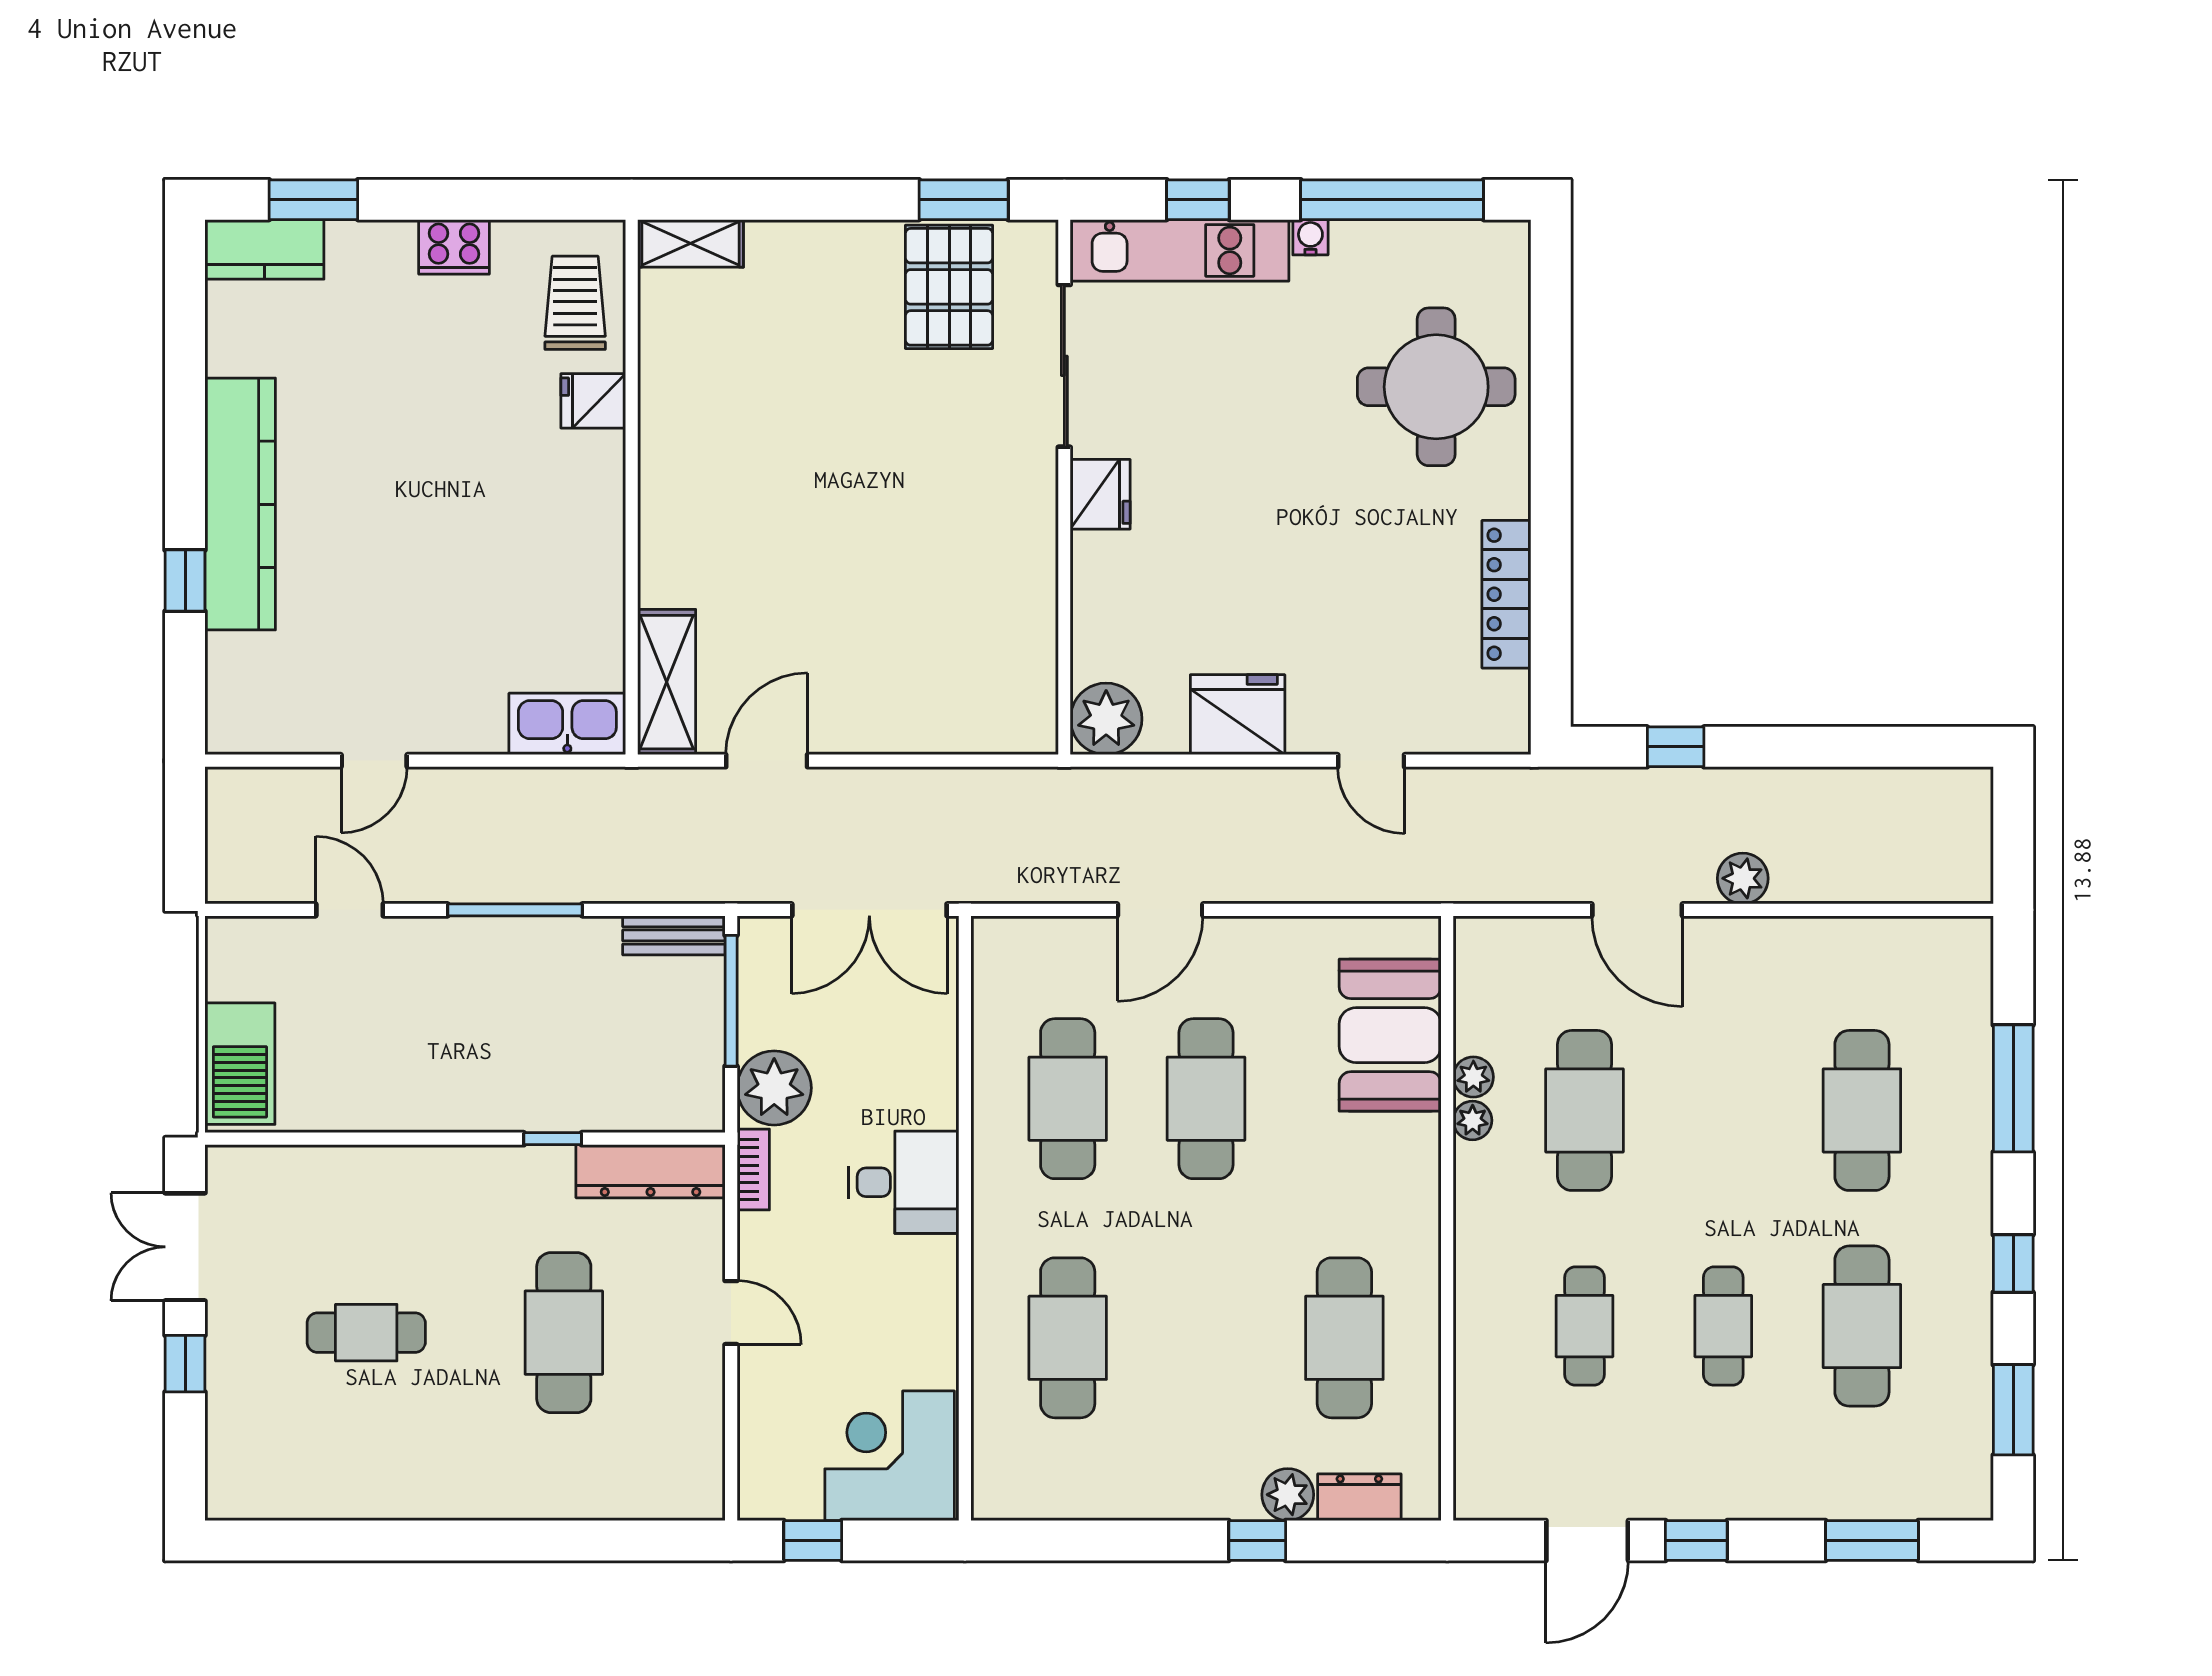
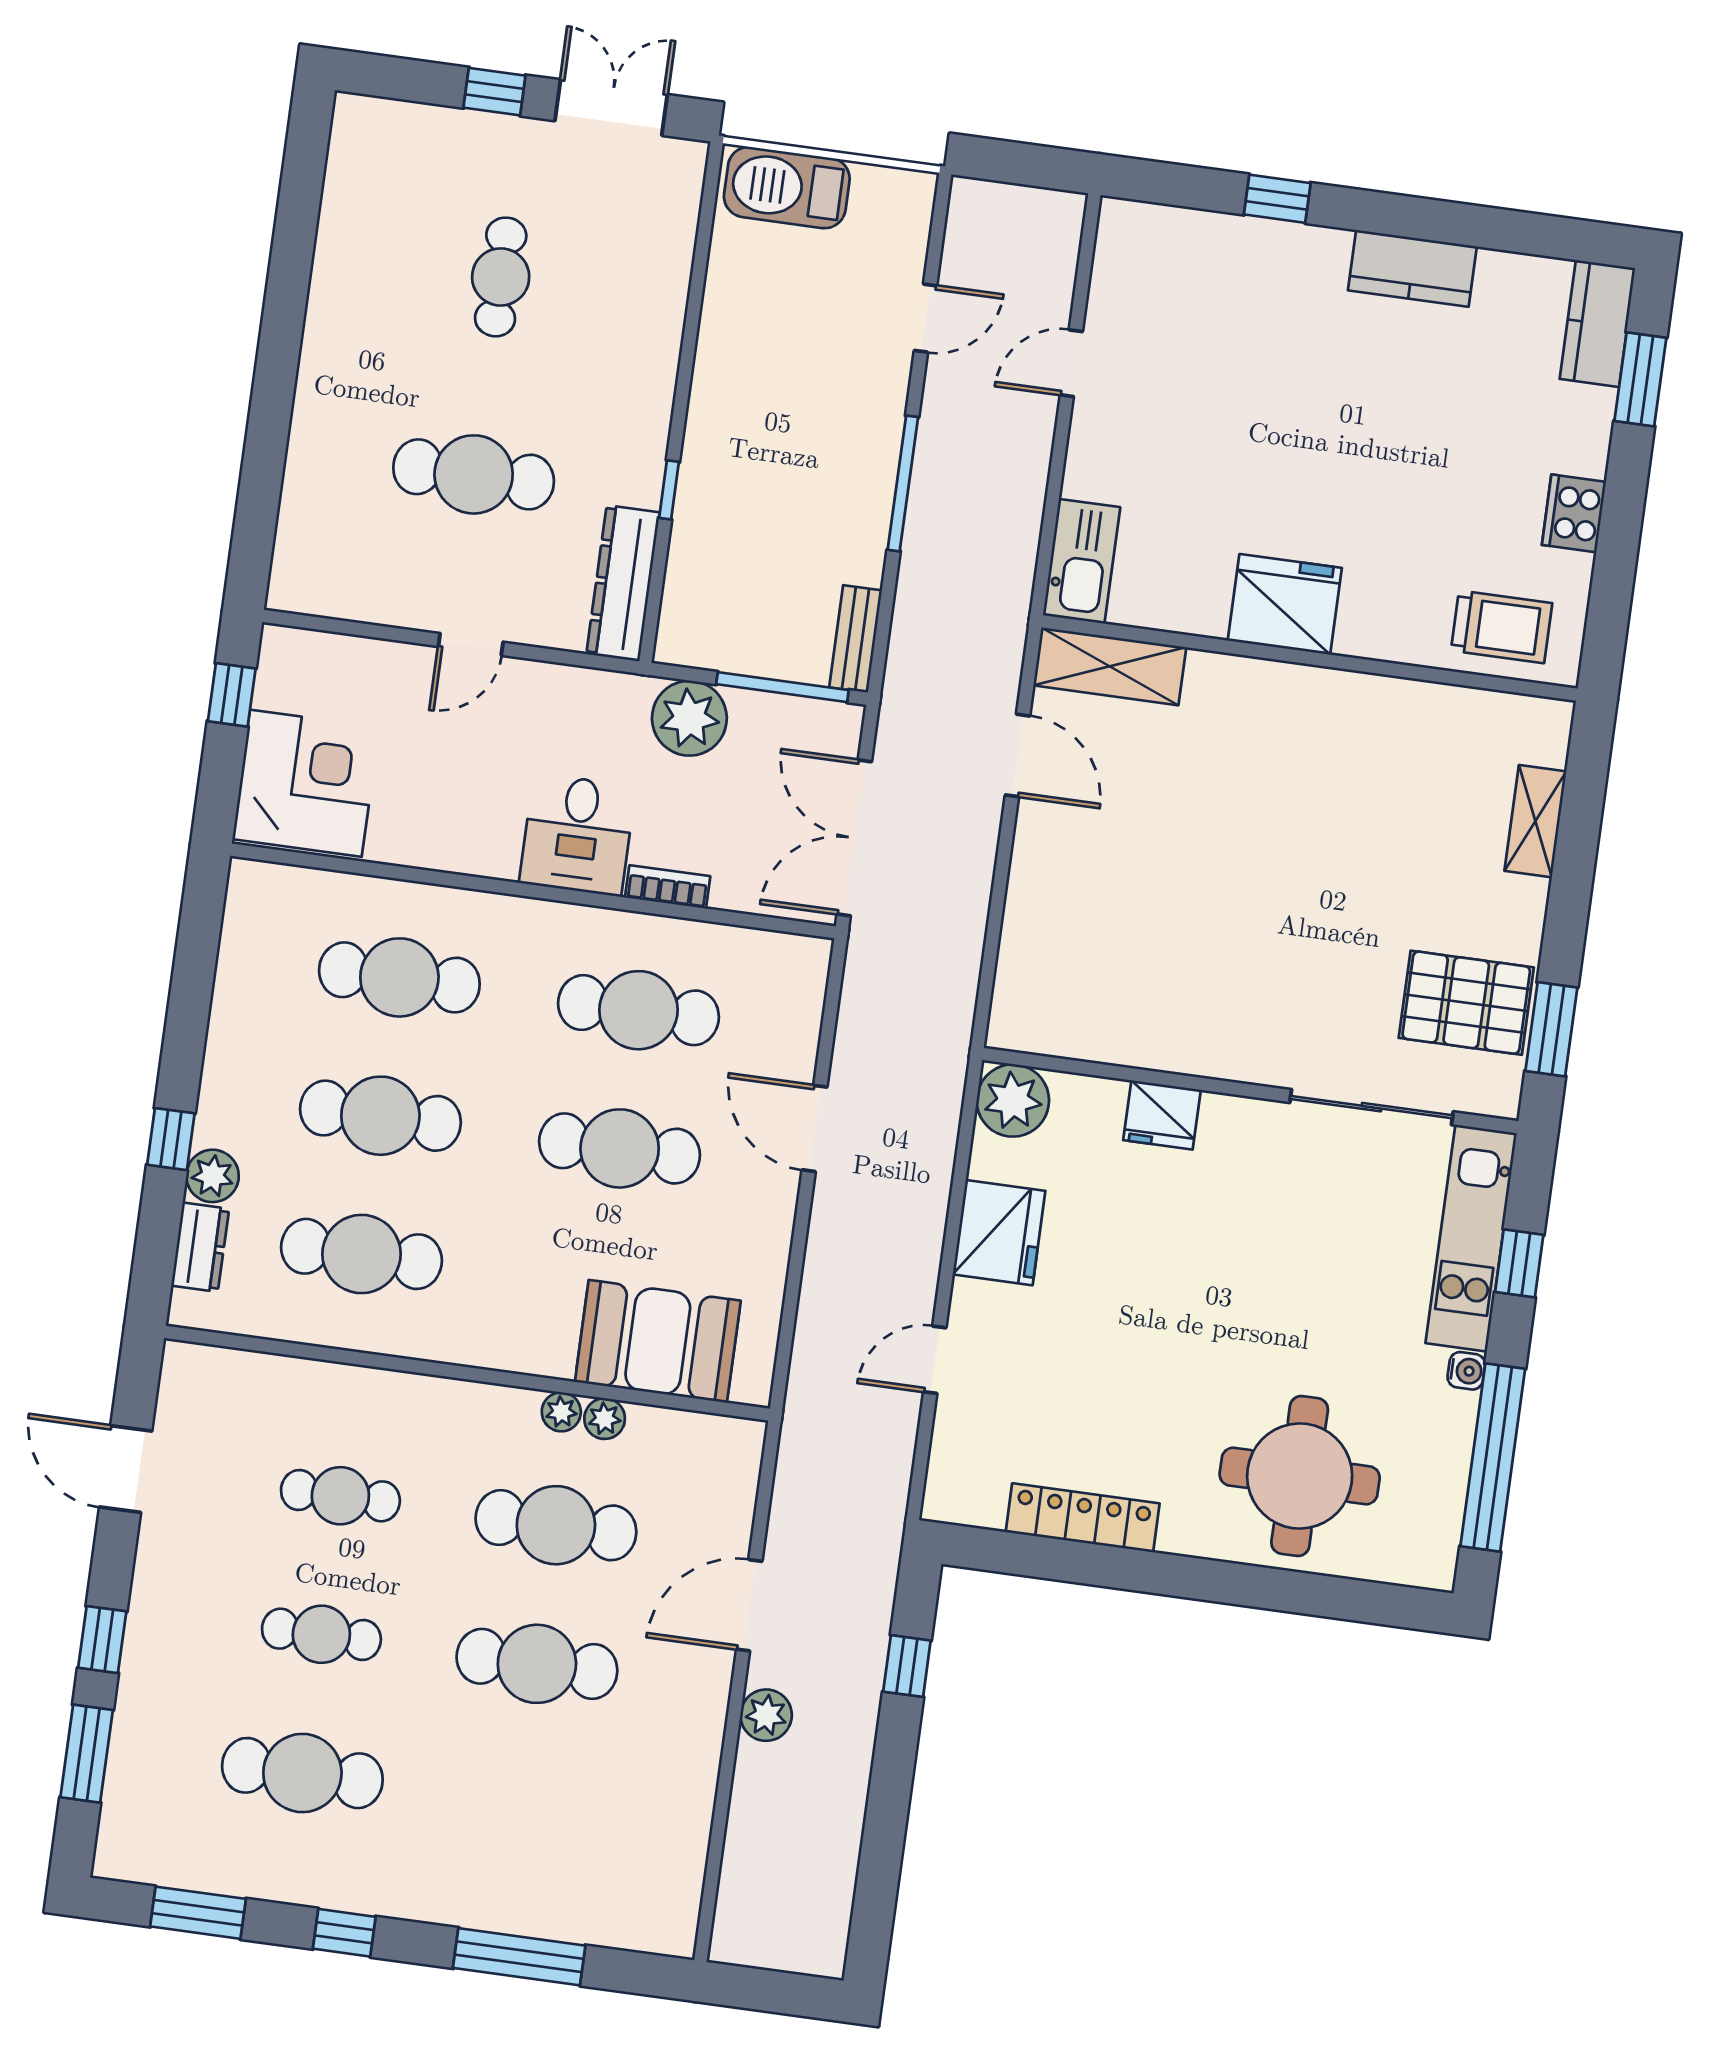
shelving: (690, 243) -> (1535, 821), moved
fridge: (593, 401) -> (1285, 604), moved, width x1.88, depth x1.34
fridge: (1100, 494) -> (1162, 1115), moved
kitchen counter: (240, 504) -> (1412, 268), width x0.48, depth x0.86
door: (374, 761) -> (1071, 363), hinge flipped
cafe table: (1862, 1110) -> (537, 1664), moved
bookcase: (753, 1169) -> (668, 887), moved, turned 180
cafe table: (1206, 1338) -> (380, 1116), added
window: (1696, 1540) -> (102, 1640), moved

